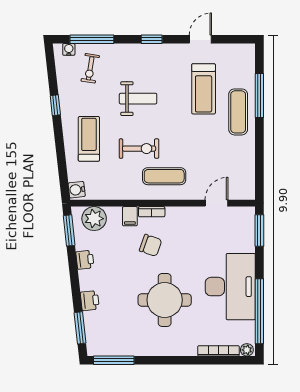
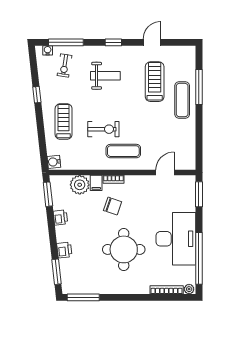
treadmill: (204, 89) -> (155, 82), turned 180
weight bench: (138, 99) -> (105, 76), moved
plant: (94, 219) -> (80, 185), moved

